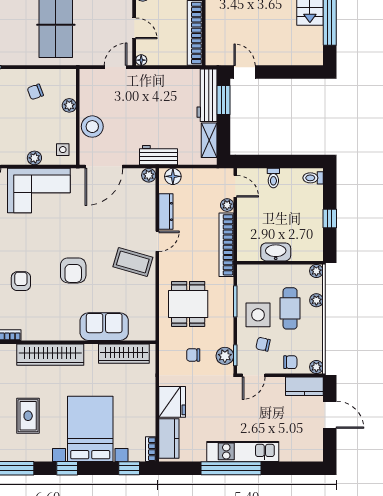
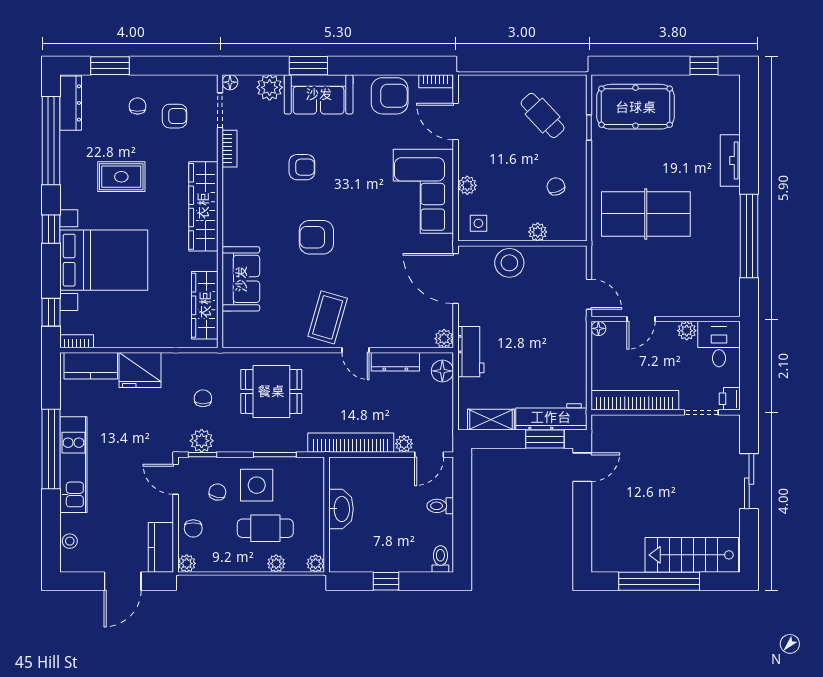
stool: (300, 454) -> (70, 541), added

